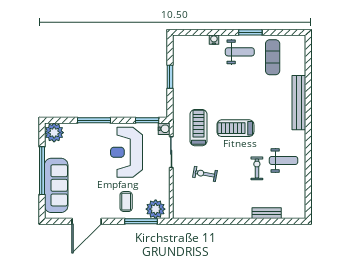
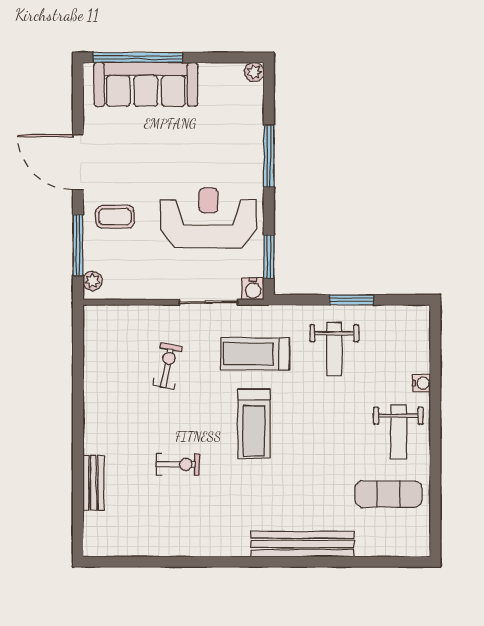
window: (250, 32) -> (435, 452), removed
treadmill: (198, 128) -> (255, 354), turned 180
treadmill: (235, 128) -> (254, 424), turned 180
plant: (54, 133) -> (254, 72), width x0.53, depth x0.53
weight bench: (284, 160) -> (334, 349), moved
window: (42, 171) -> (138, 57), moved
plant: (156, 209) -> (92, 281), width x0.53, depth x0.53
door: (87, 221) -> (78, 162), moved

